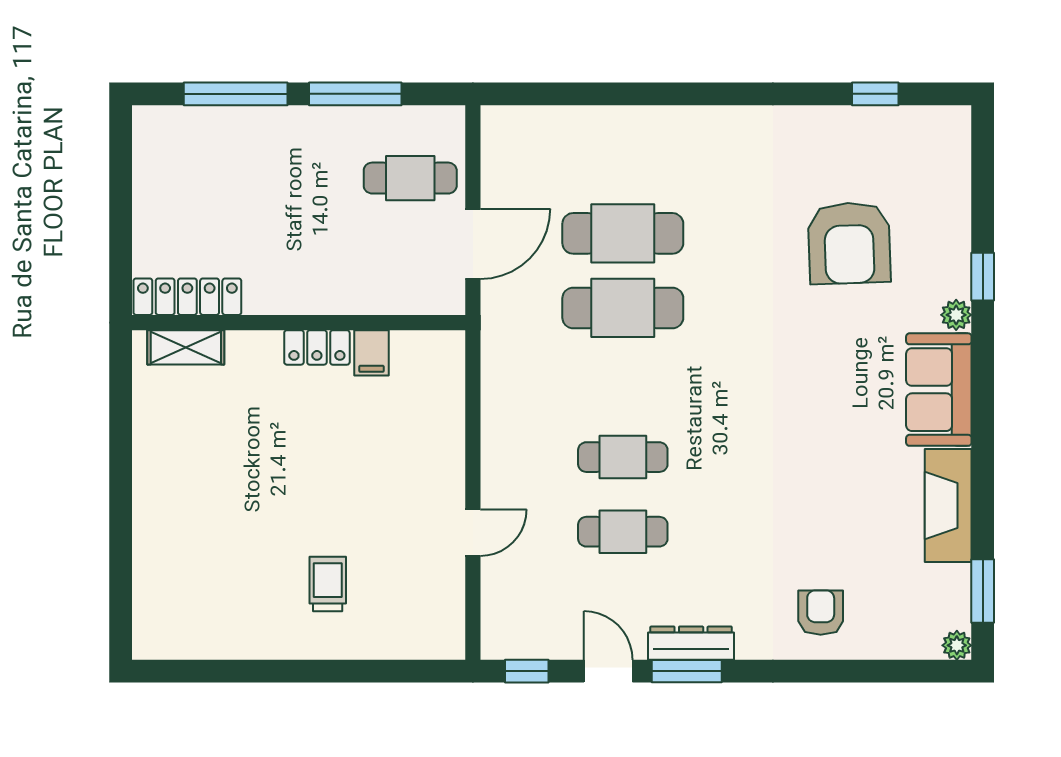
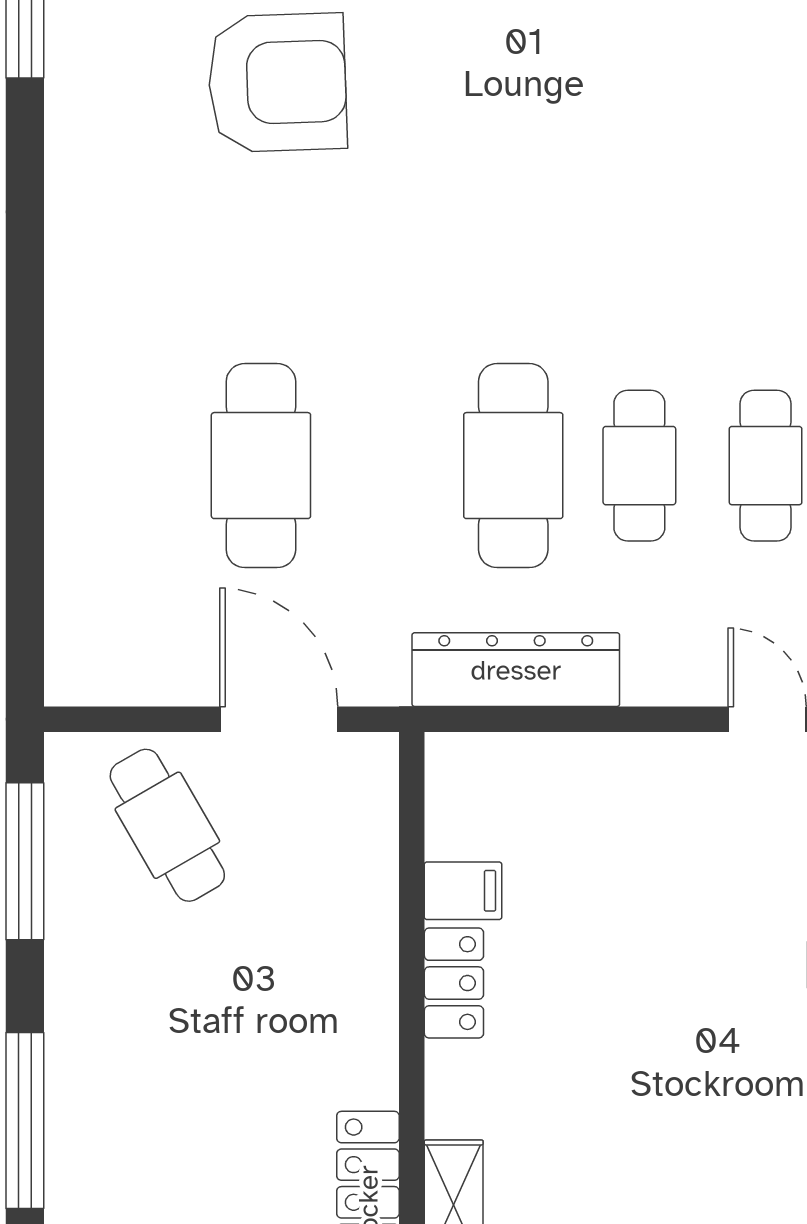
window: (355, 94) -> (25, 861), moved
cafe table: (410, 178) -> (167, 825), turned -30
cafe table: (623, 308) -> (513, 466), moved
dresser: (502, 384) -> (516, 670), added

